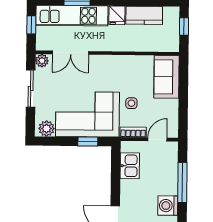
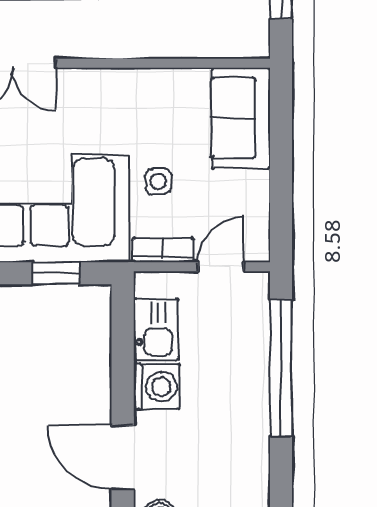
window: (182, 183) -> (281, 368), width x1.46
washing machine: (168, 206) -> (157, 387), moved, turned 180

